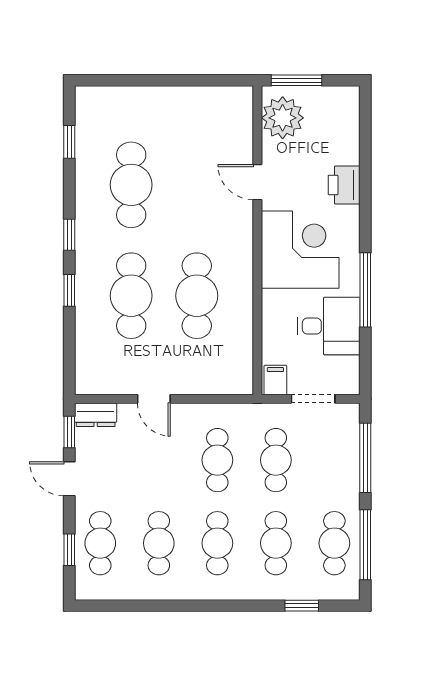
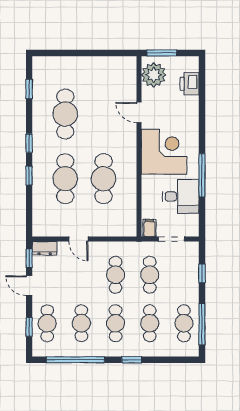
printer: (344, 185) -> (190, 84), moved
window: (365, 458) -> (202, 273), width x0.46
window: (149, 606) -> (75, 360), added
window: (302, 606) -> (132, 360), moved

